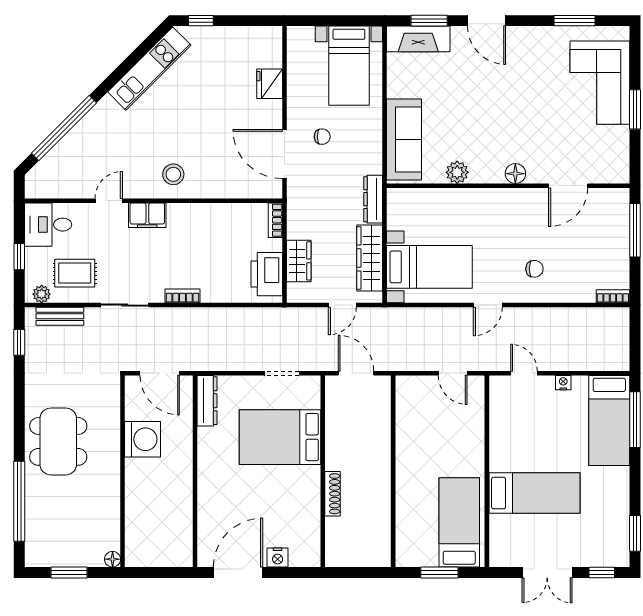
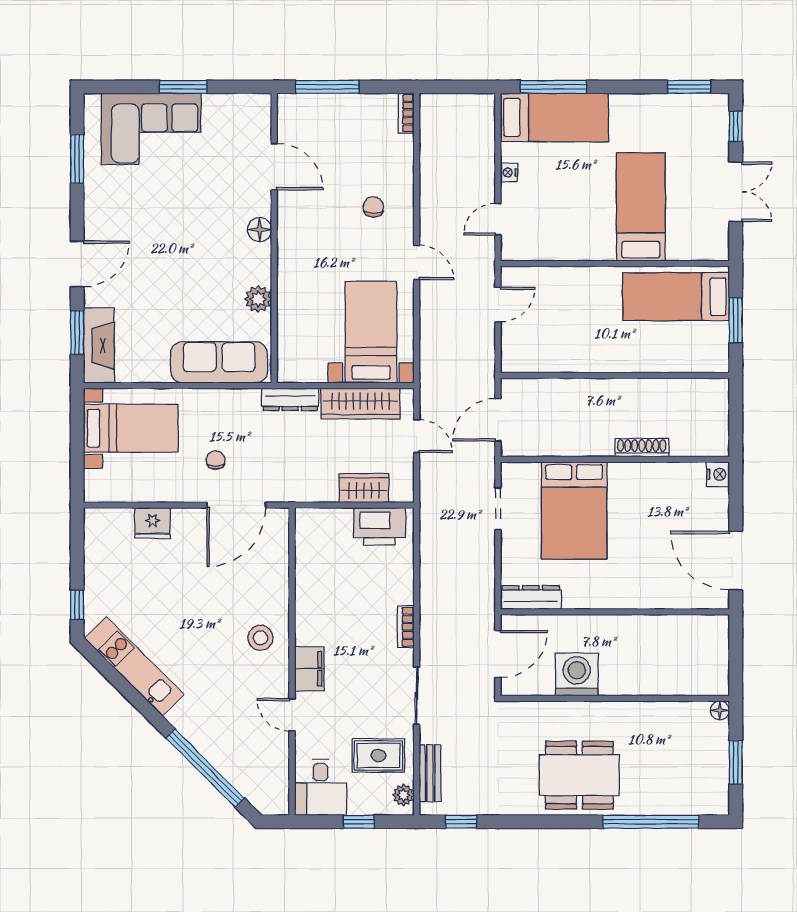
bookcase: (275, 220) -> (315, 516), removed
rug: (75, 273) -> (378, 755), turned 90
nightstand: (278, 558) -> (718, 474), moved

